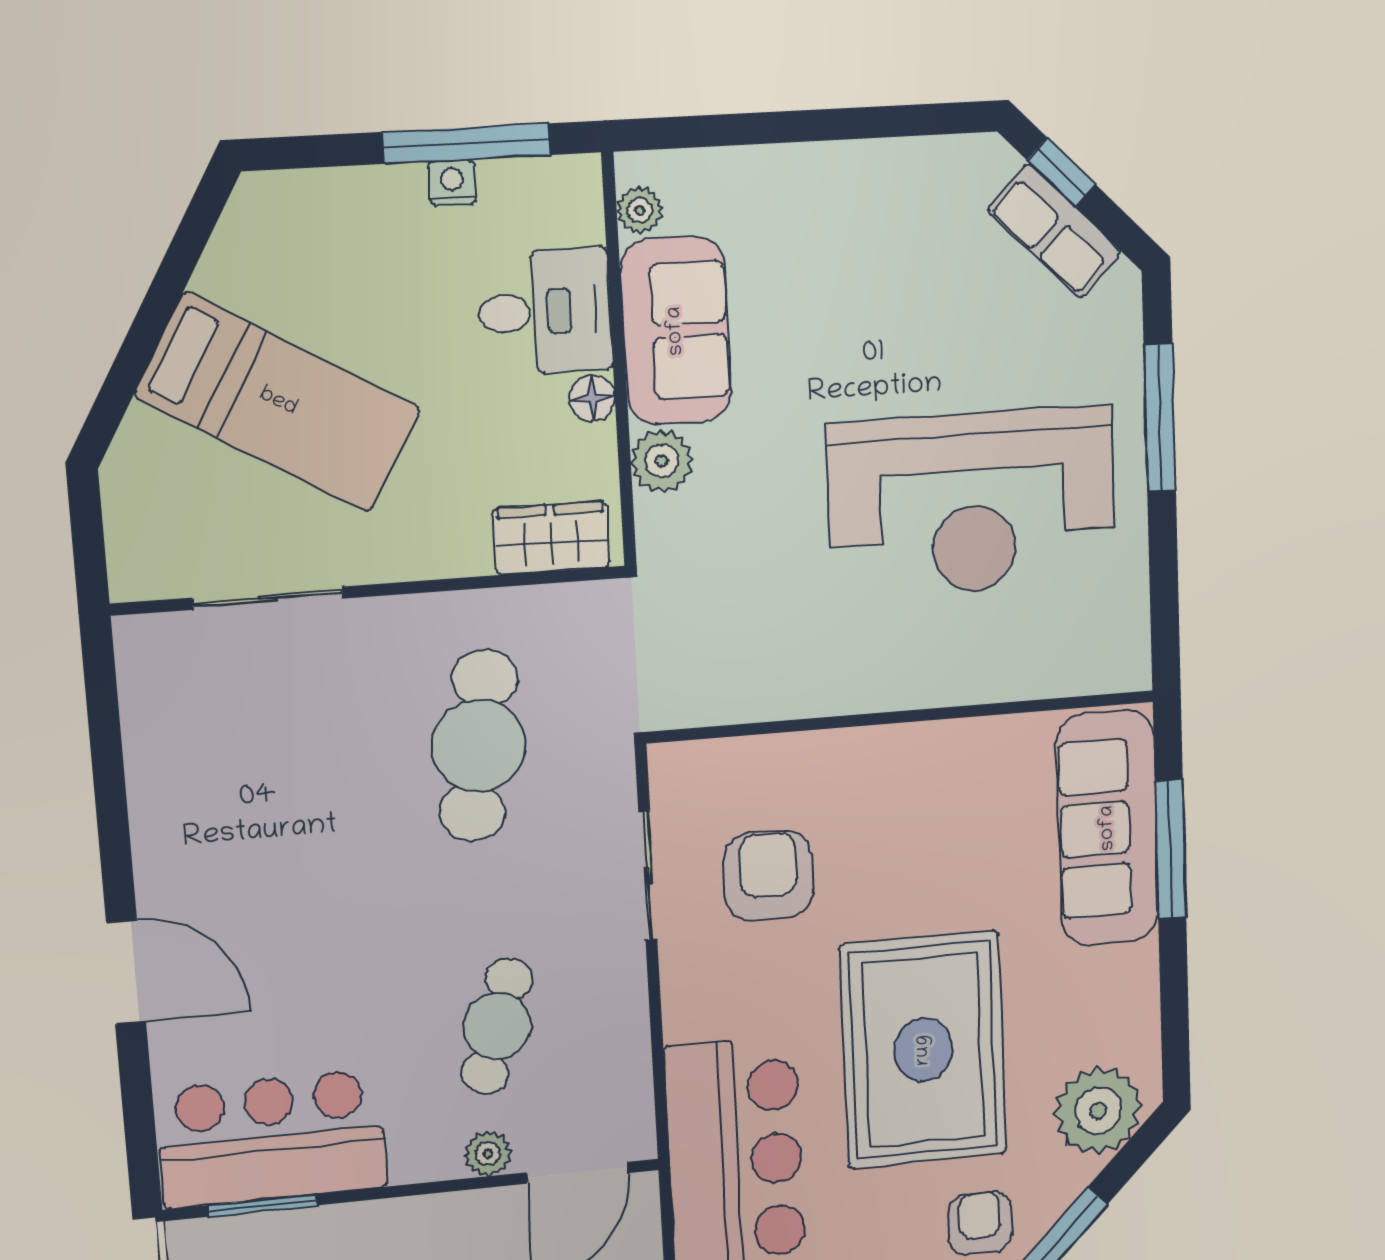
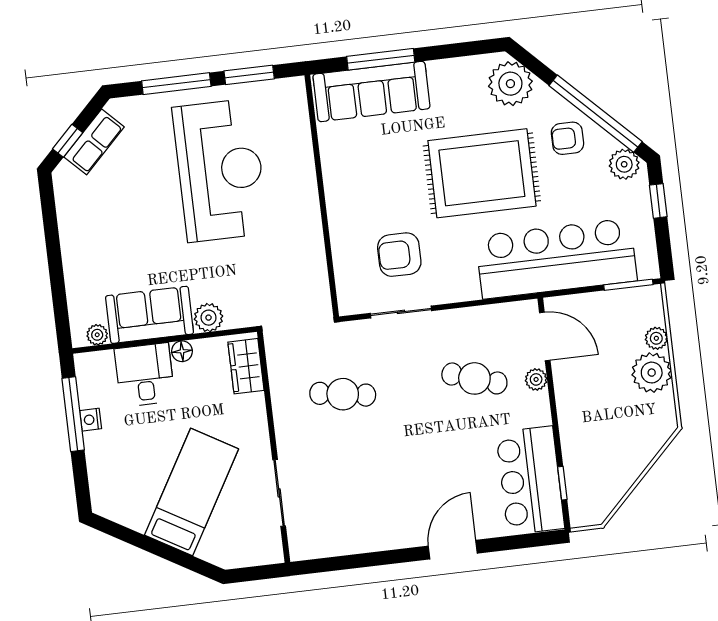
window: (1164, 574) -> (249, 75), added
cafe table: (479, 746) -> (343, 394), width x0.73, depth x0.74
window: (263, 1205) -> (562, 483), width x0.67

